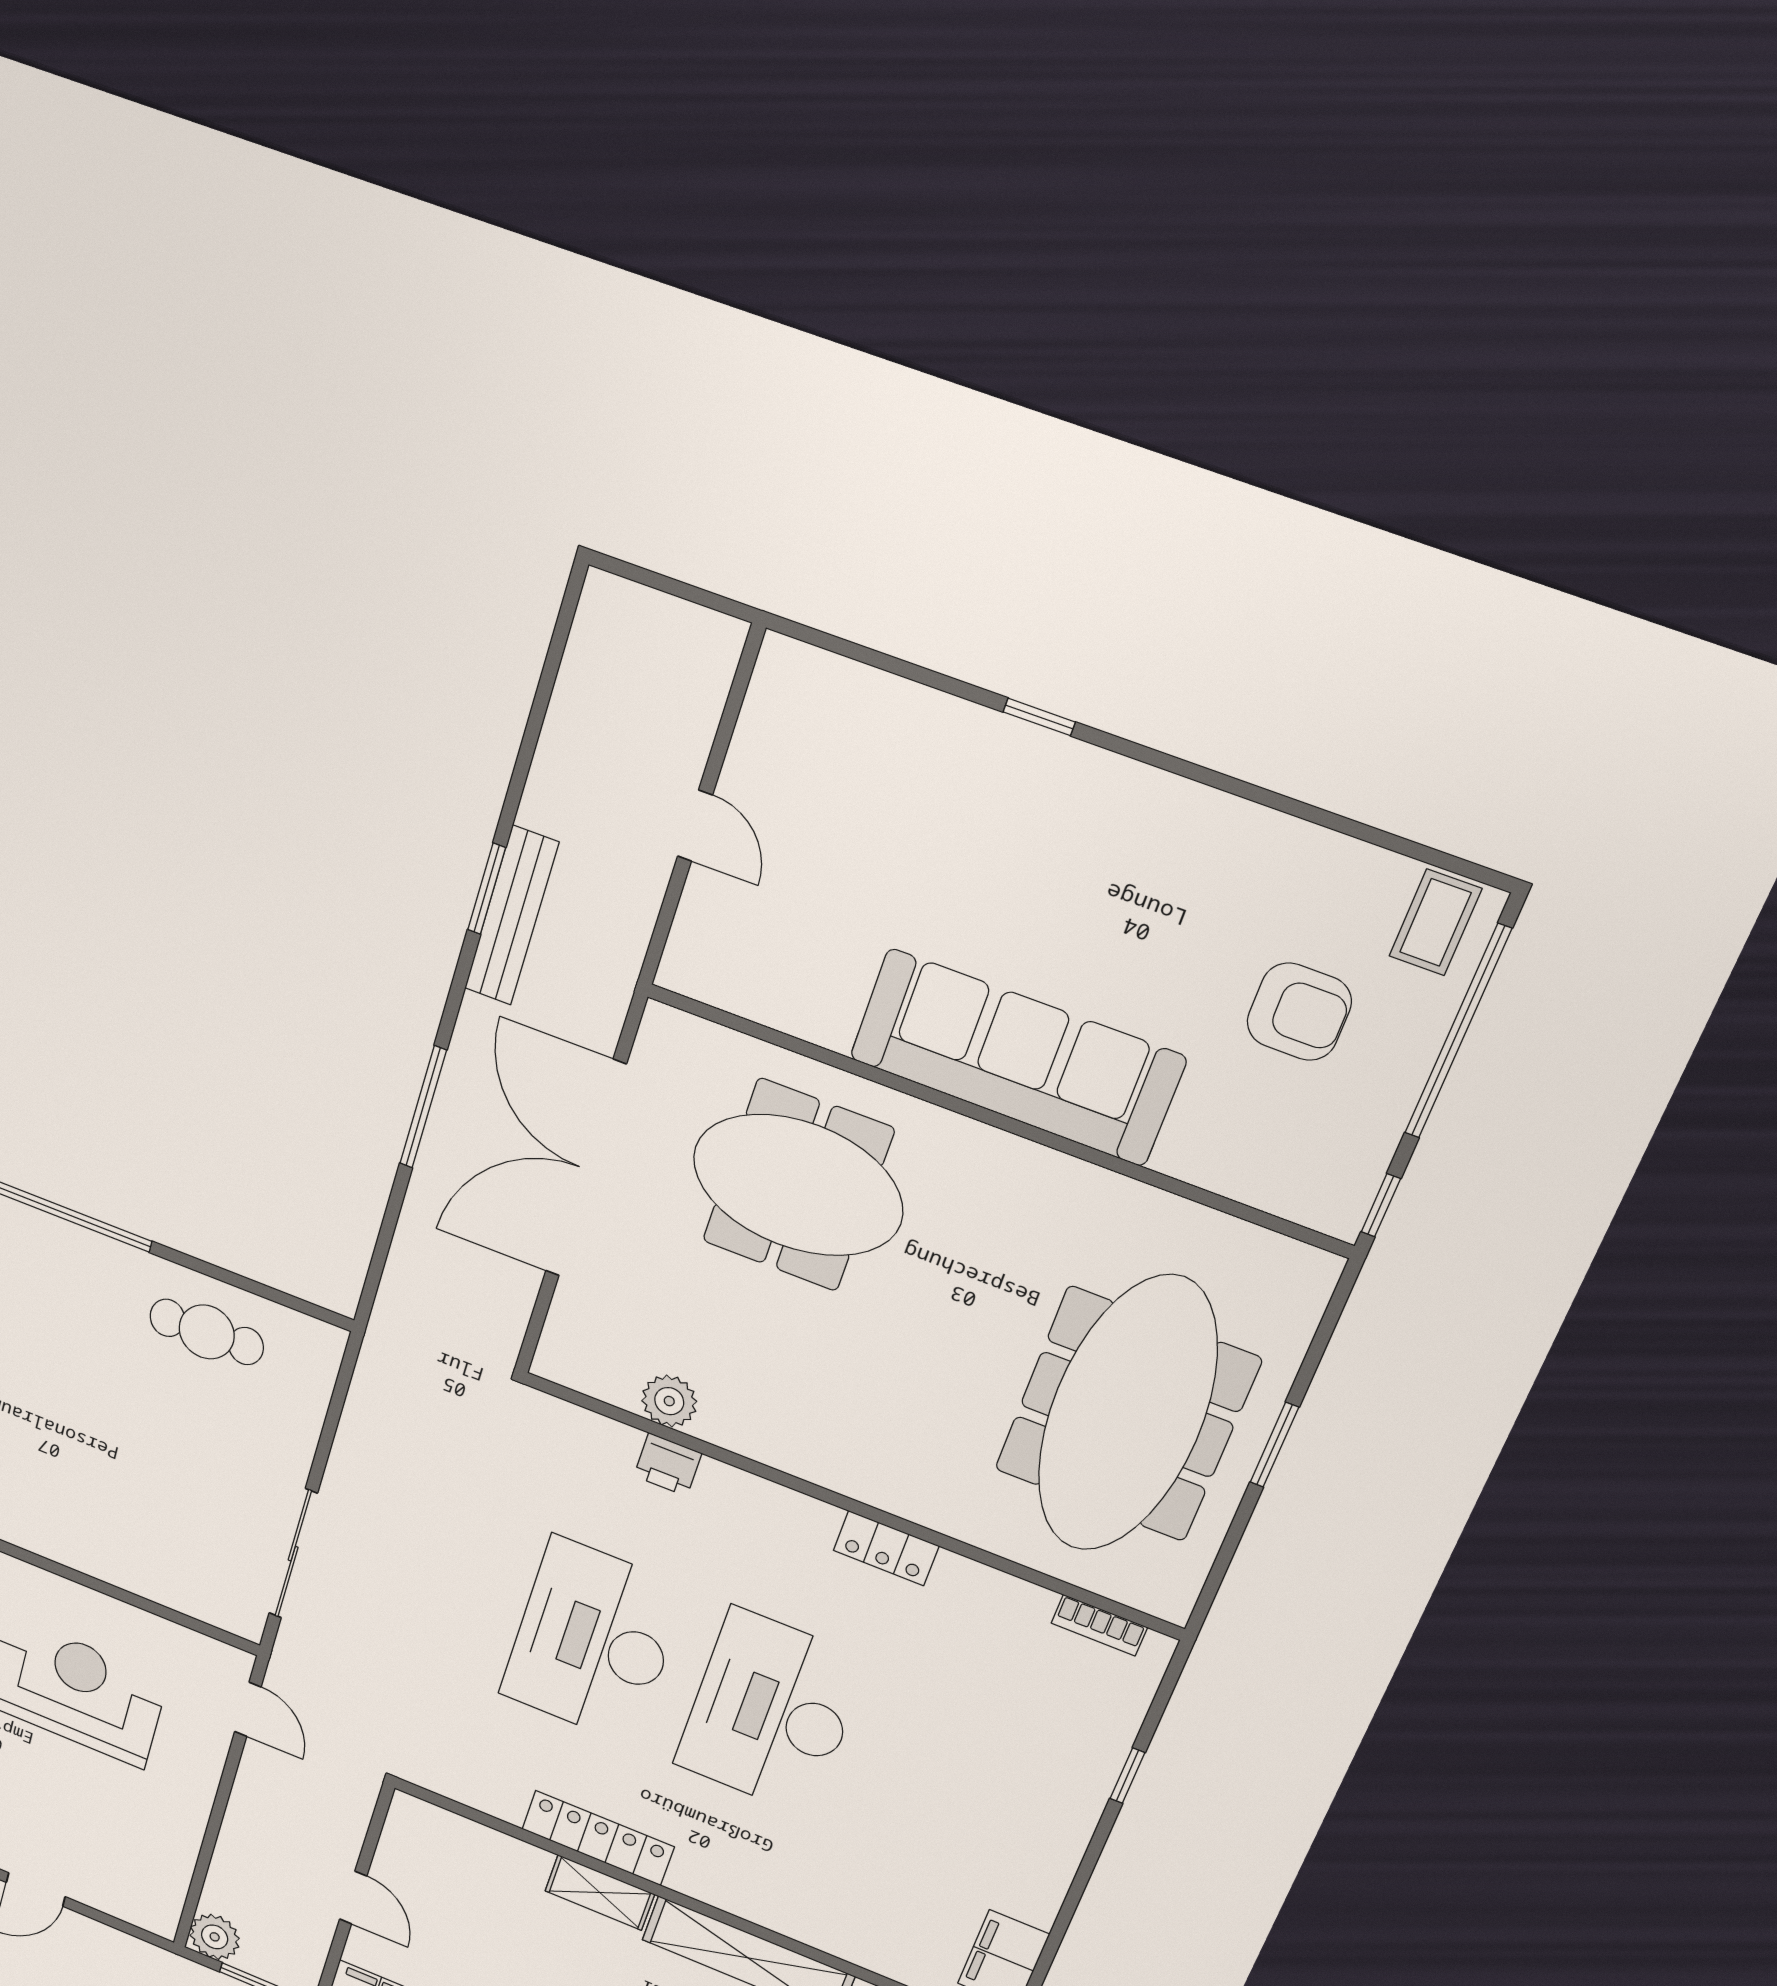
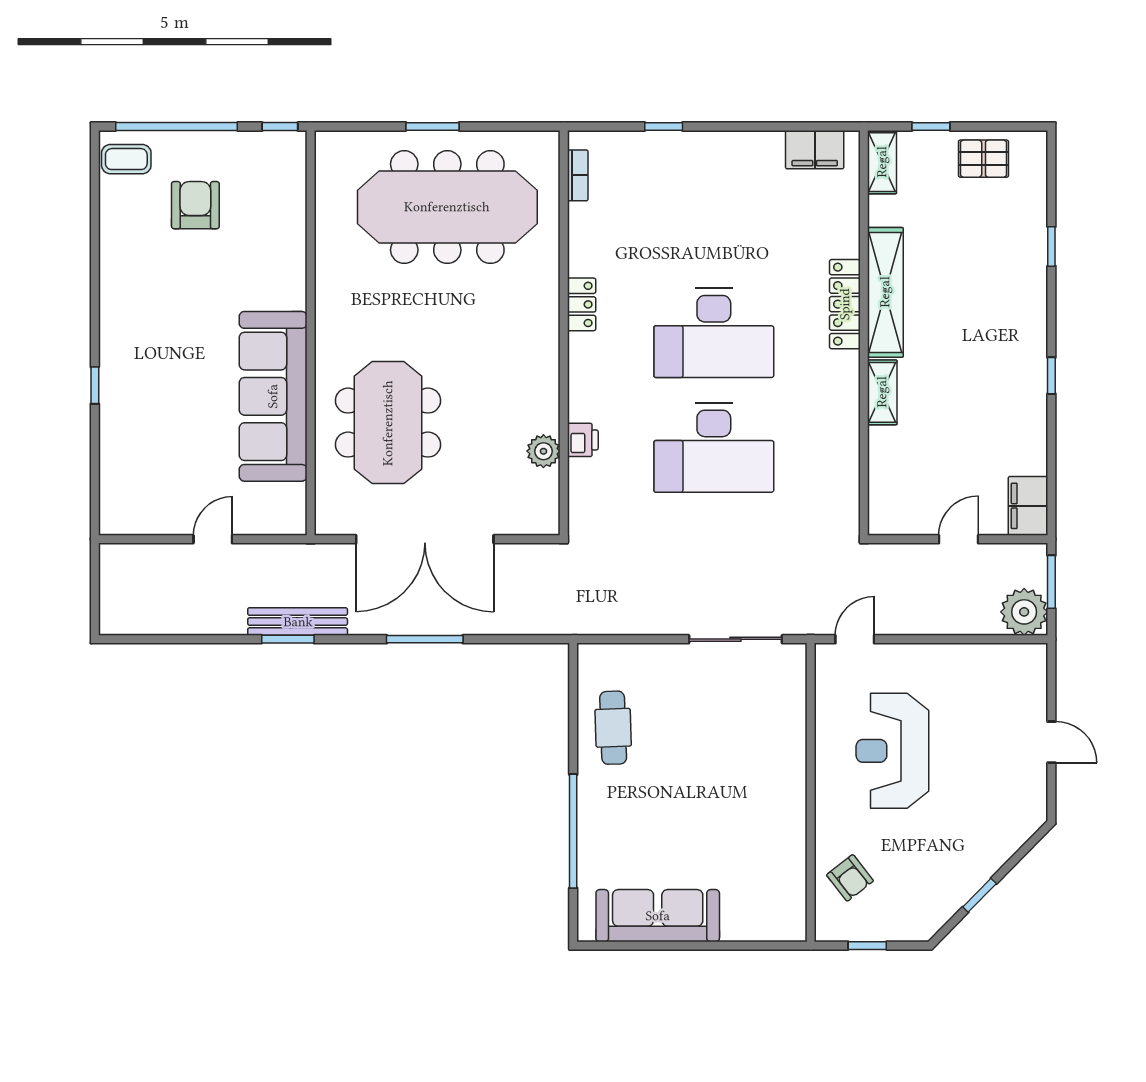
sofa: (1017, 1058) -> (273, 396), moved
locker: (598, 1838) -> (845, 304), moved
plant: (215, 1937) -> (1024, 612), width x1.36, depth x1.36

